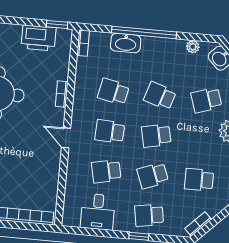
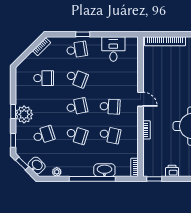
printer: (38, 38) -> (172, 171), width x0.53, depth x0.68
school desk: (106, 171) -> (110, 78), removed
school desk: (153, 176) -> (77, 78), turned 42

